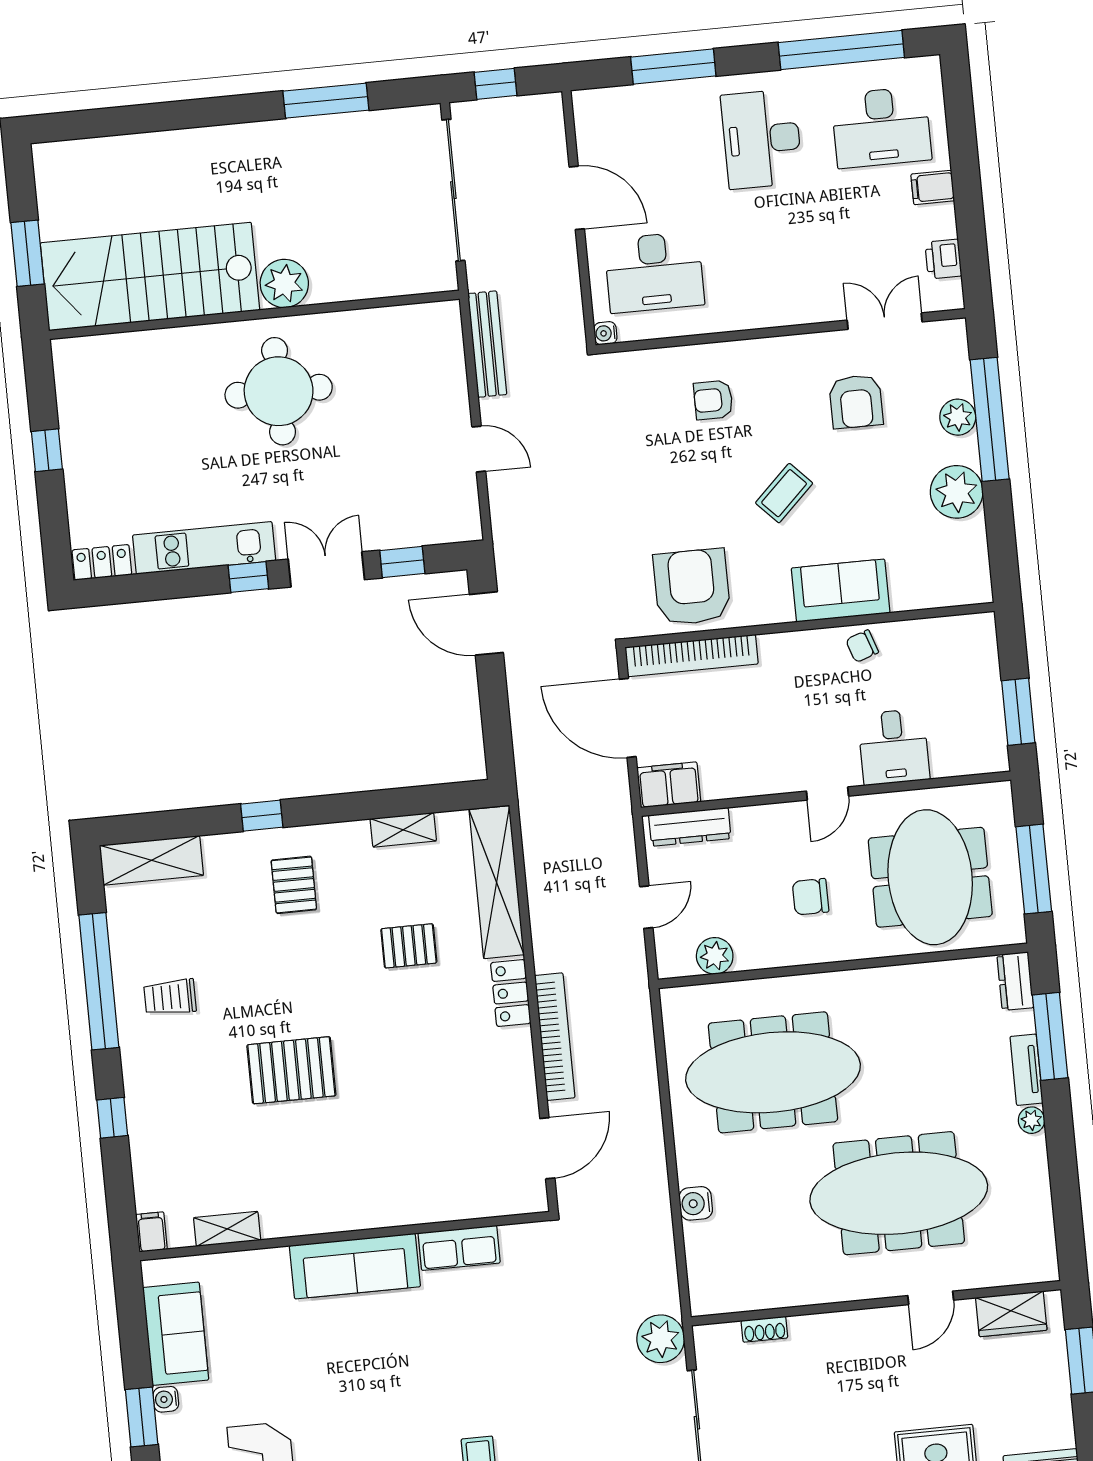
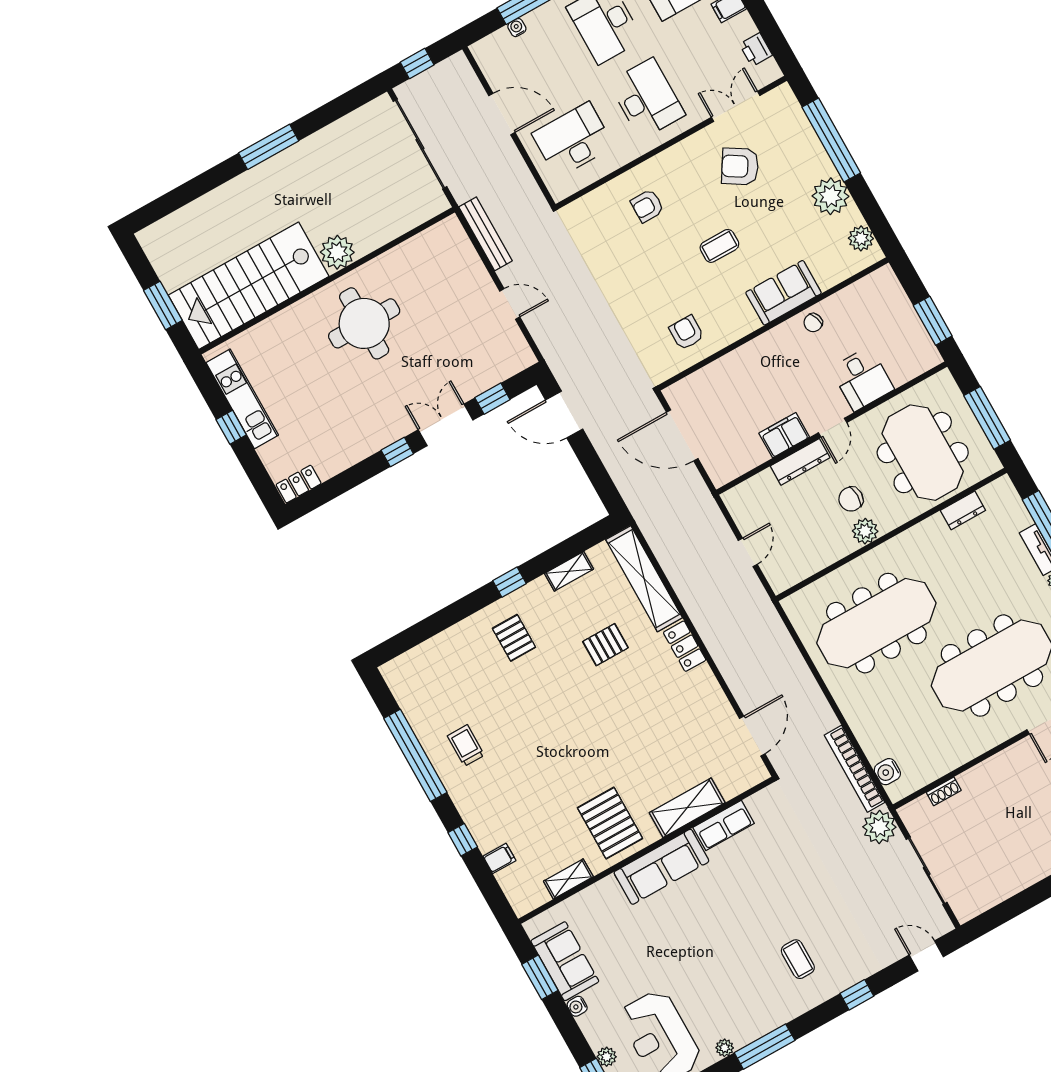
window: (326, 101) -> (269, 147), moved
desk: (774, 260) -> (647, 99), added
desk: (654, 272) -> (573, 140), turned 180
water cooler: (605, 333) -> (517, 28), moved, turned 90
armchair: (856, 402) -> (740, 166), turned 122
plant: (958, 417) -> (861, 238), moved
coffee table: (784, 493) -> (719, 246), turned 44
kitchen unit: (204, 548) -> (242, 399), moved, turned 90
armchair: (692, 587) -> (686, 333), width x0.53, depth x0.53
bookcase: (692, 656) -> (706, 377), removed
filing cabinet: (669, 785) -> (784, 435), moved
window: (262, 816) -> (509, 582), moved
dresser: (690, 827) -> (800, 462), moved
shelving: (151, 860) -> (687, 808), moved
plant: (715, 956) -> (865, 531), moved
dresser: (1015, 981) -> (963, 510), moved, turned -90
trolley: (170, 997) -> (466, 745), turned 90
bookcase: (555, 1037) -> (854, 769), moved, turned 180
pallet: (291, 1070) -> (610, 823), moved, turned 90
water cooler: (696, 1203) -> (887, 772), moved
filing cabinet: (151, 1232) -> (499, 858), moved, turned 90
window: (142, 1417) -> (540, 977), moved

